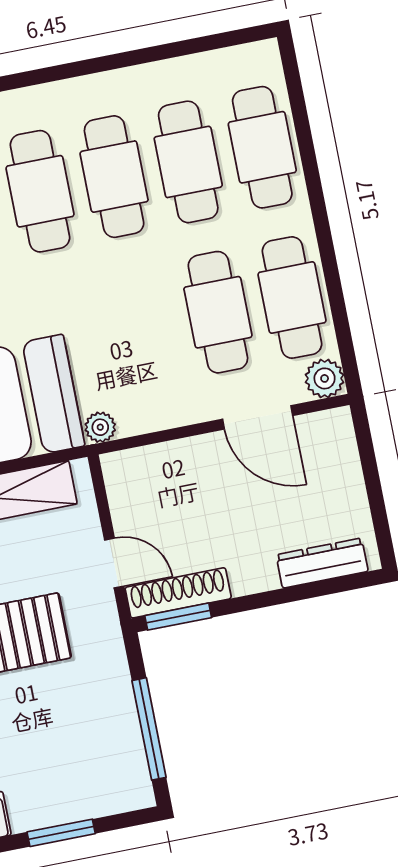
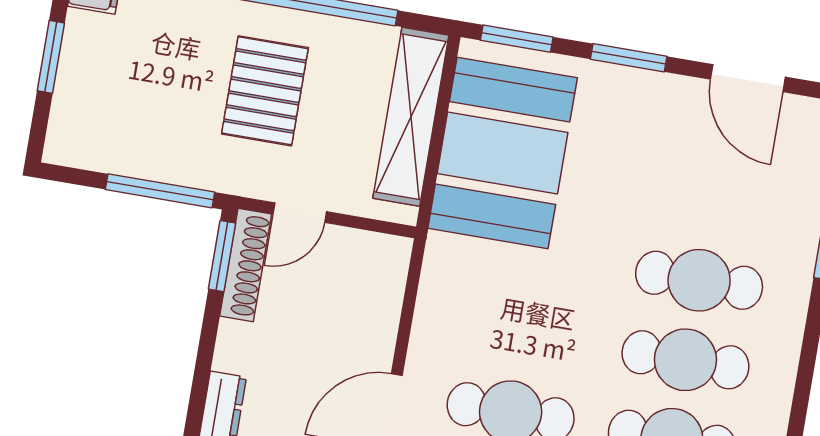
plant: (100, 427) -> (441, 250), removed
window: (149, 729) -> (160, 191), moved

